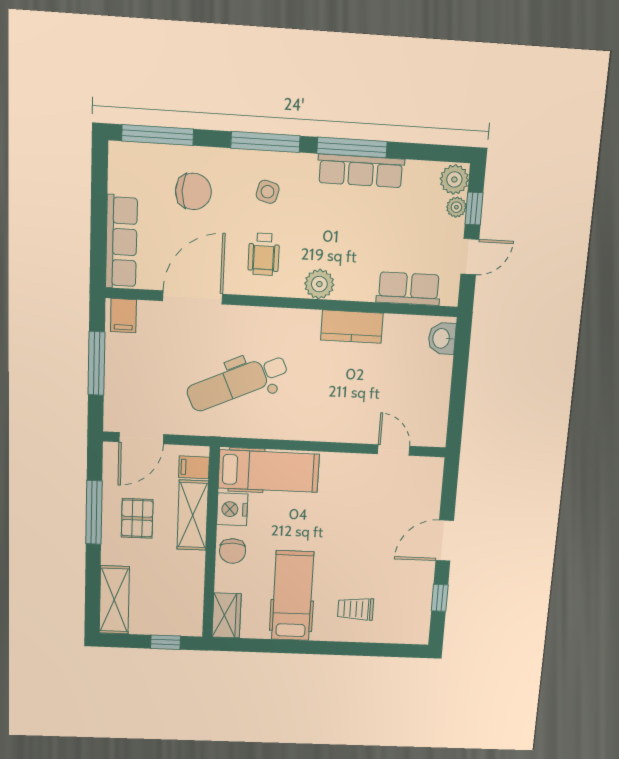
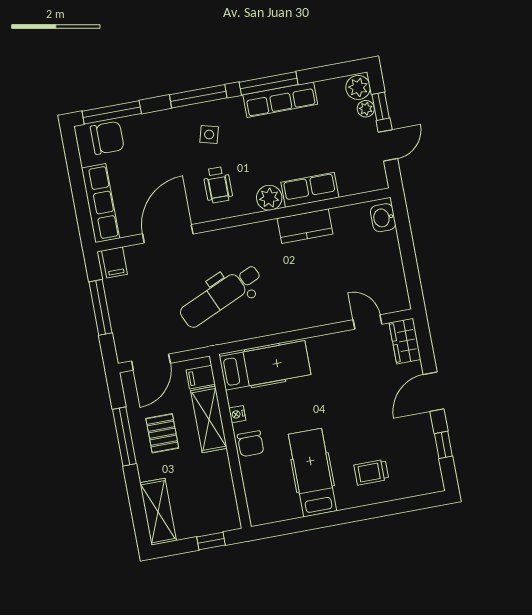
chair: (193, 191) -> (107, 138), moved
row of seats: (409, 289) -> (310, 190), moved
nightstand: (232, 509) -> (237, 414), width x0.53, depth x0.56
wardrobe: (227, 615) -> (405, 341), moved, turned 180

